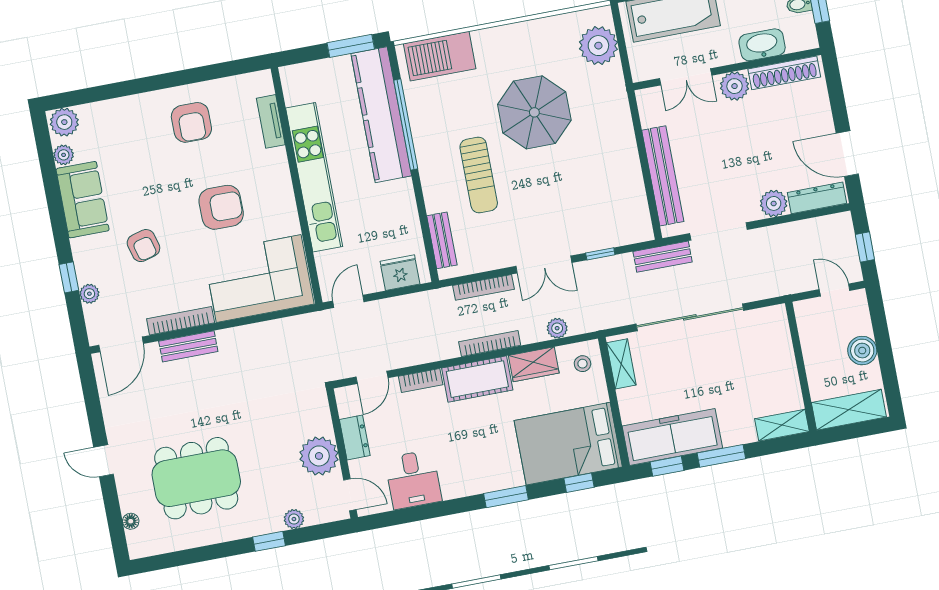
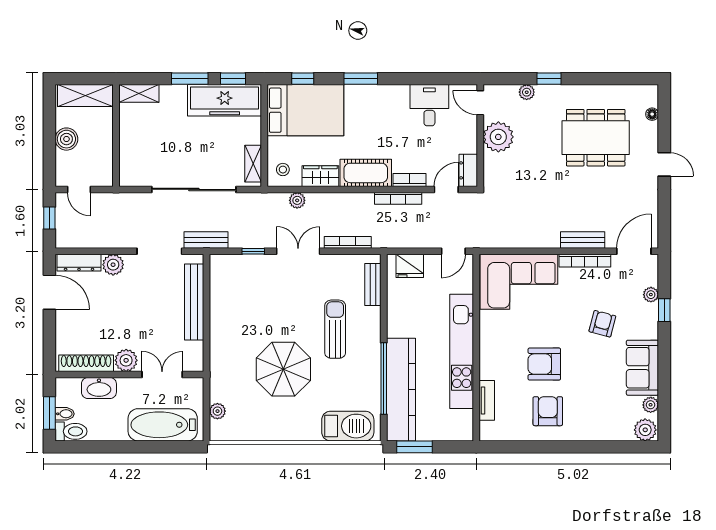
plant: (598, 46) -> (217, 411), width x0.53, depth x0.53
armchair: (221, 207) -> (544, 364), moved
armchair: (143, 246) -> (602, 324), turned 30
bookcase: (490, 344) -> (398, 198), moved
dresser: (355, 438) -> (468, 170), moved

